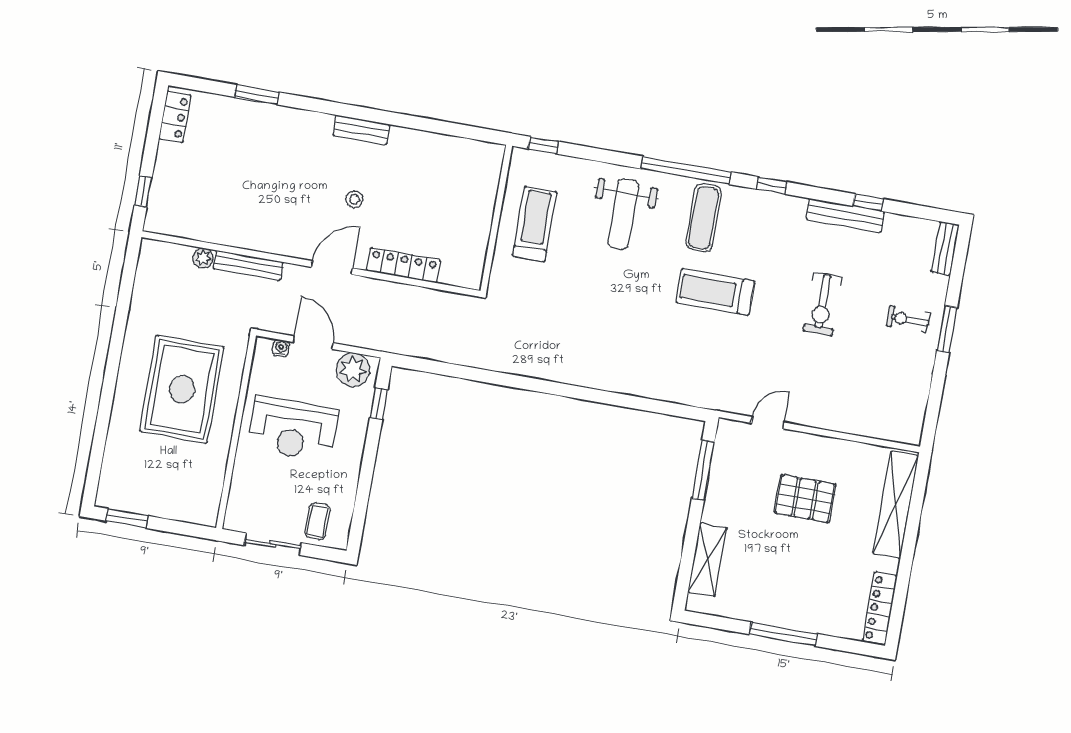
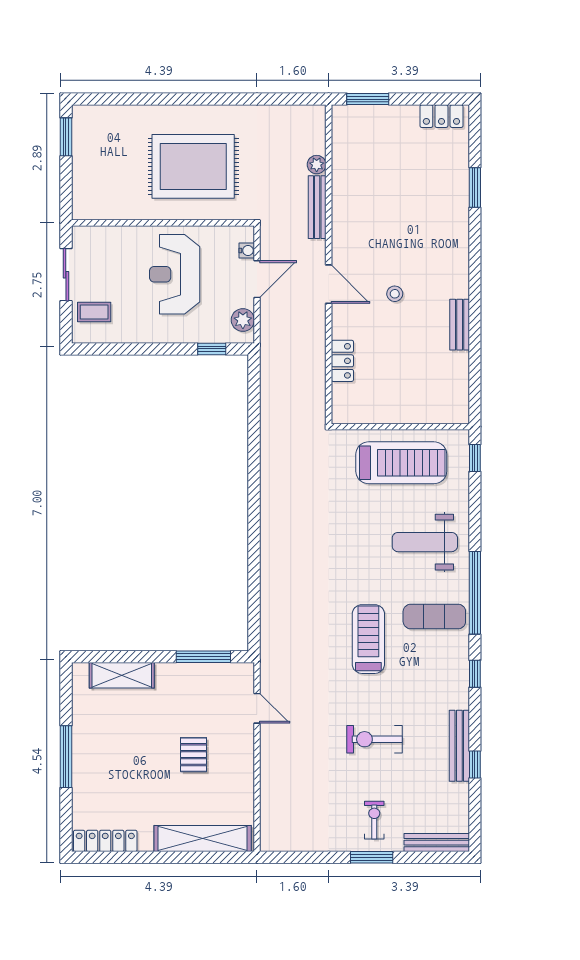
bench: (361, 130) -> (460, 325), moved
window: (143, 192) -> (368, 99), width x1.50
treadmill: (535, 224) -> (401, 463), width x1.37, depth x1.37
bench: (945, 248) -> (437, 843), width x1.36
locker: (404, 265) -> (342, 361), width x0.66
plant: (353, 370) -> (243, 320), width x0.73, depth x0.73
pallet: (805, 499) -> (193, 755), width x0.67, depth x0.71

